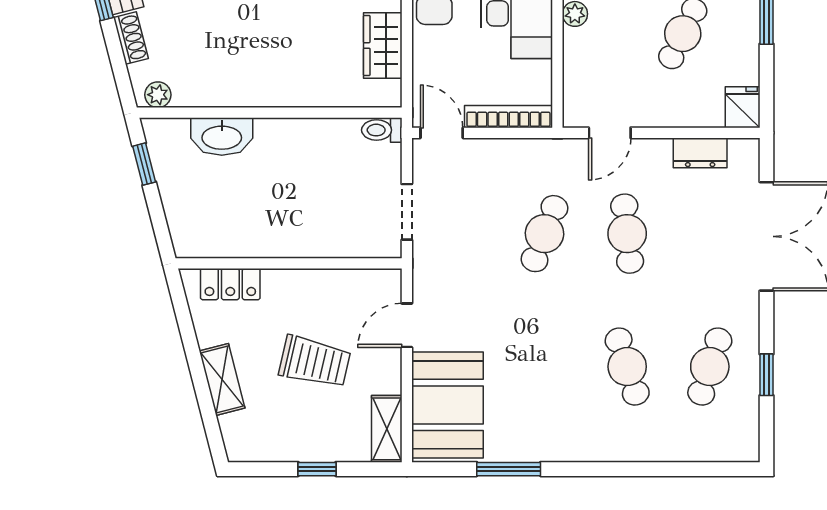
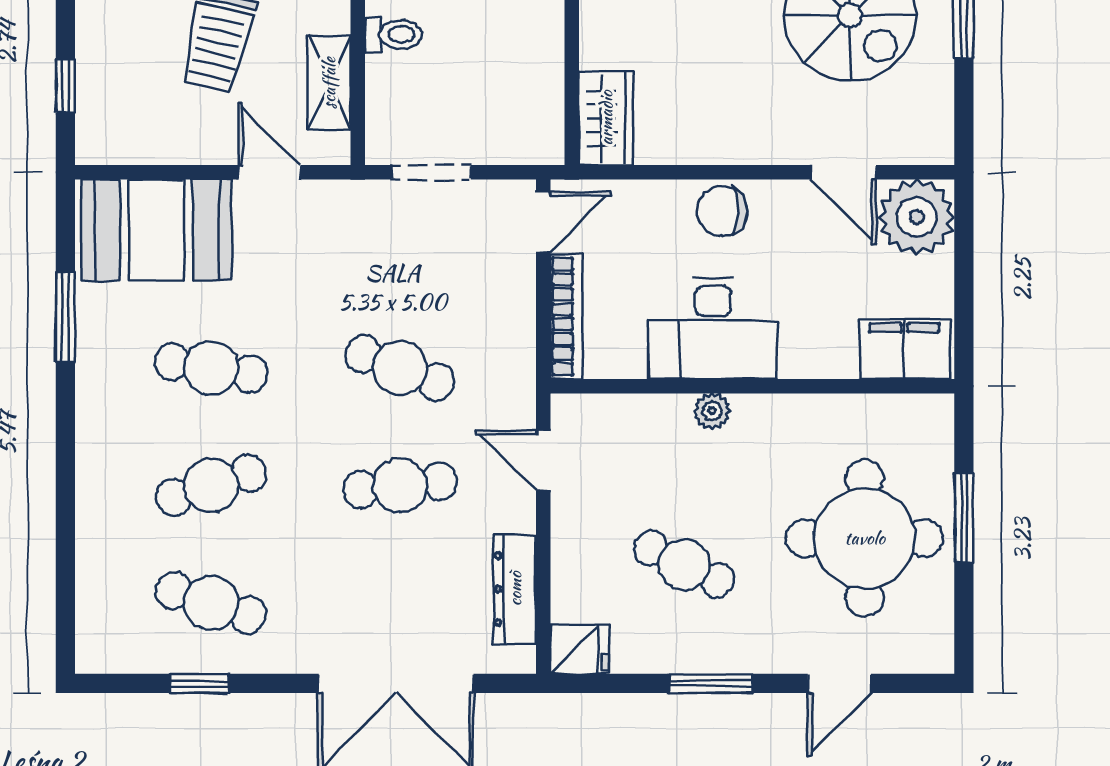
wardrobe: (383, 45) -> (606, 118), moved, turned 90
toilet: (382, 130) -> (393, 34), moved, turned 90
dresser: (700, 153) -> (515, 589), width x1.44
cafe table: (544, 367) -> (211, 368), added
shelving: (387, 429) -> (329, 83), moved, turned 90
window: (317, 469) -> (65, 86), moved

